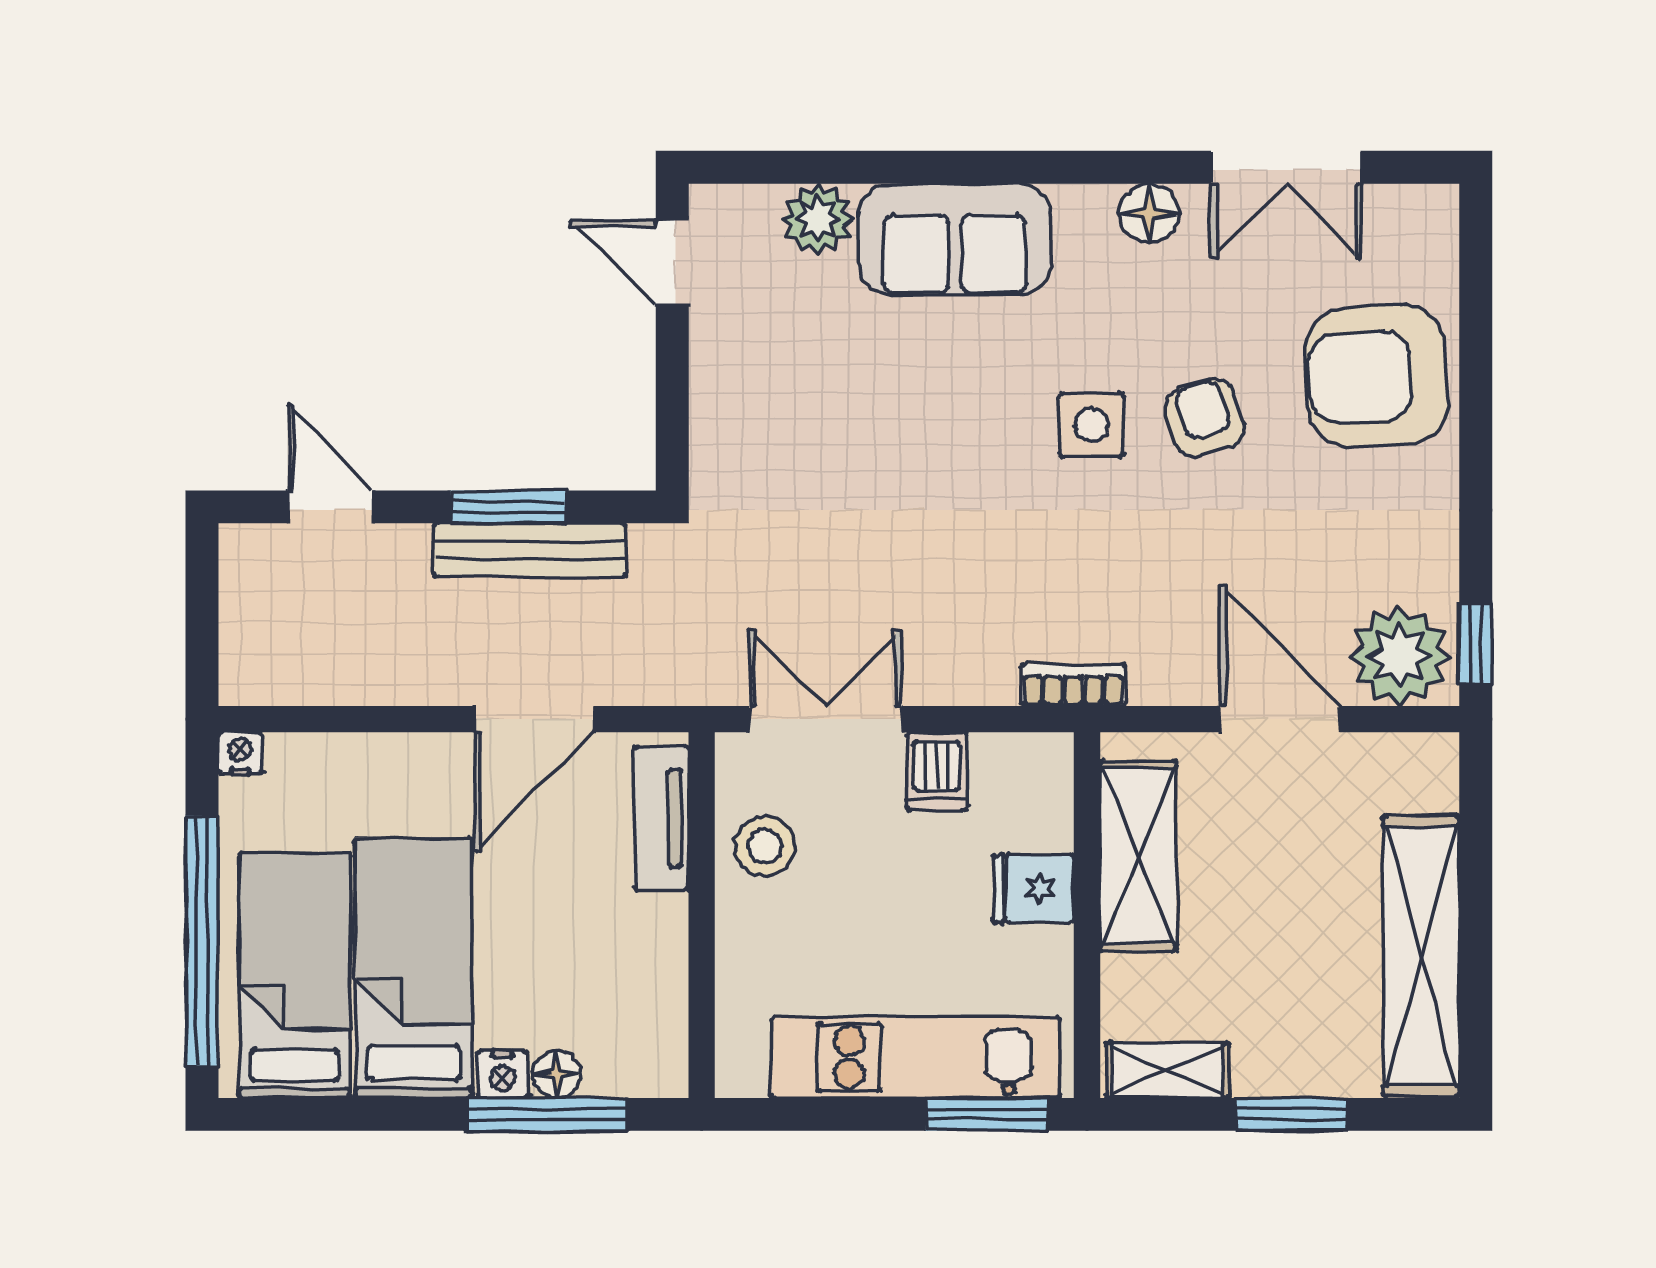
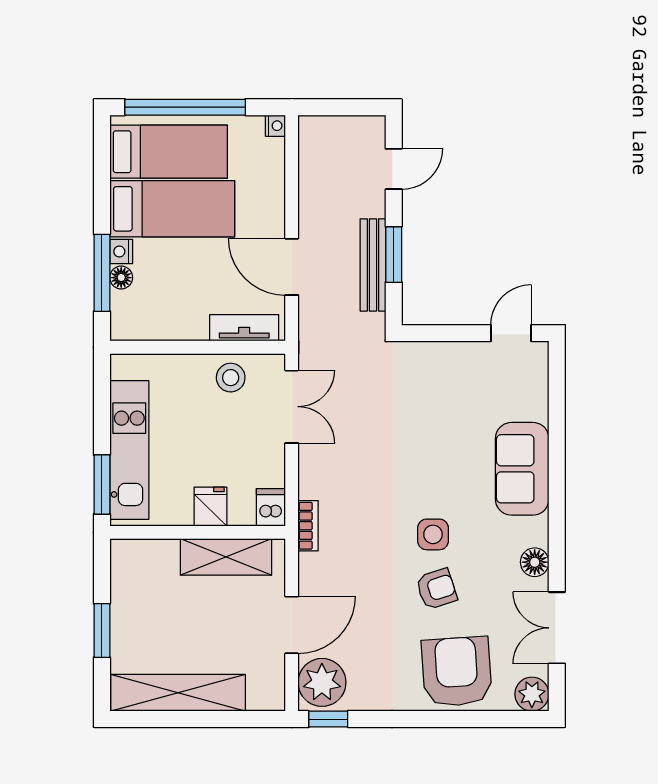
plant: (818, 219) -> (532, 694), moved
dishwasher: (937, 771) -> (271, 507), moved, turned 90
shelving: (1168, 1070) -> (123, 571), removed

